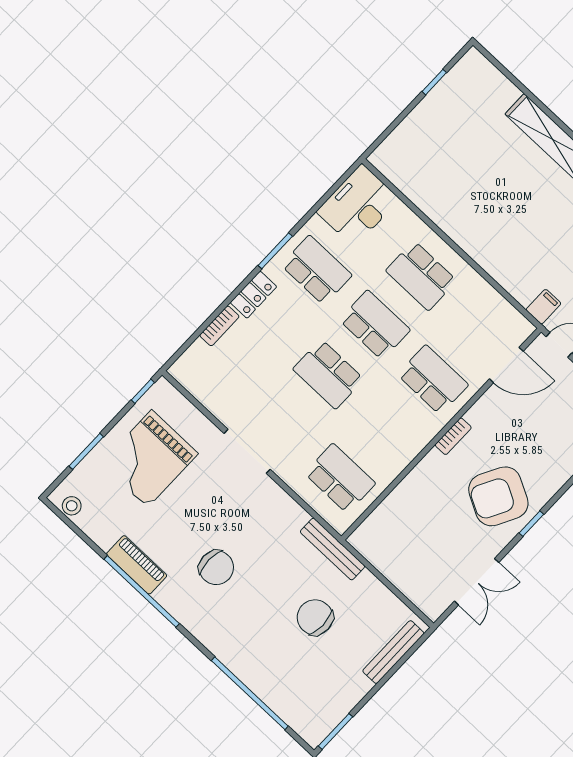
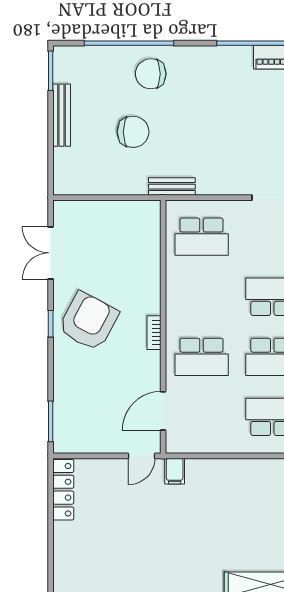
bench: (333, 549) -> (172, 187), width x0.73
chair: (216, 568) -> (151, 74), moved
bench: (393, 652) -> (62, 115), moved

